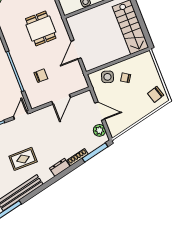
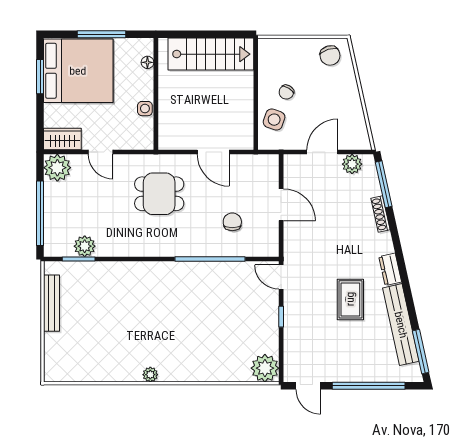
dresser: (60, 167) -> (390, 269), moved

